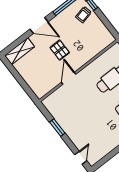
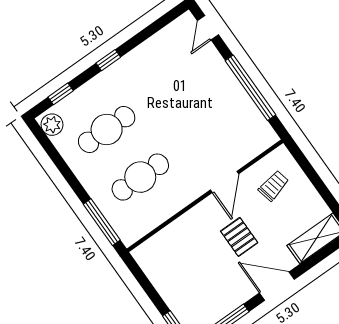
trolley: (83, 15) -> (274, 186), moved
window: (57, 128) -> (250, 88), width x2.11

